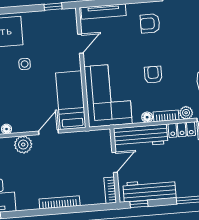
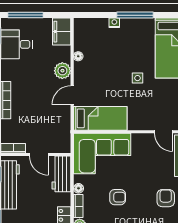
door: (80, 44) -> (164, 132), moved
door: (49, 132) -> (72, 95), swing flipped
workbench: (141, 136) -> (61, 174), width x0.73

